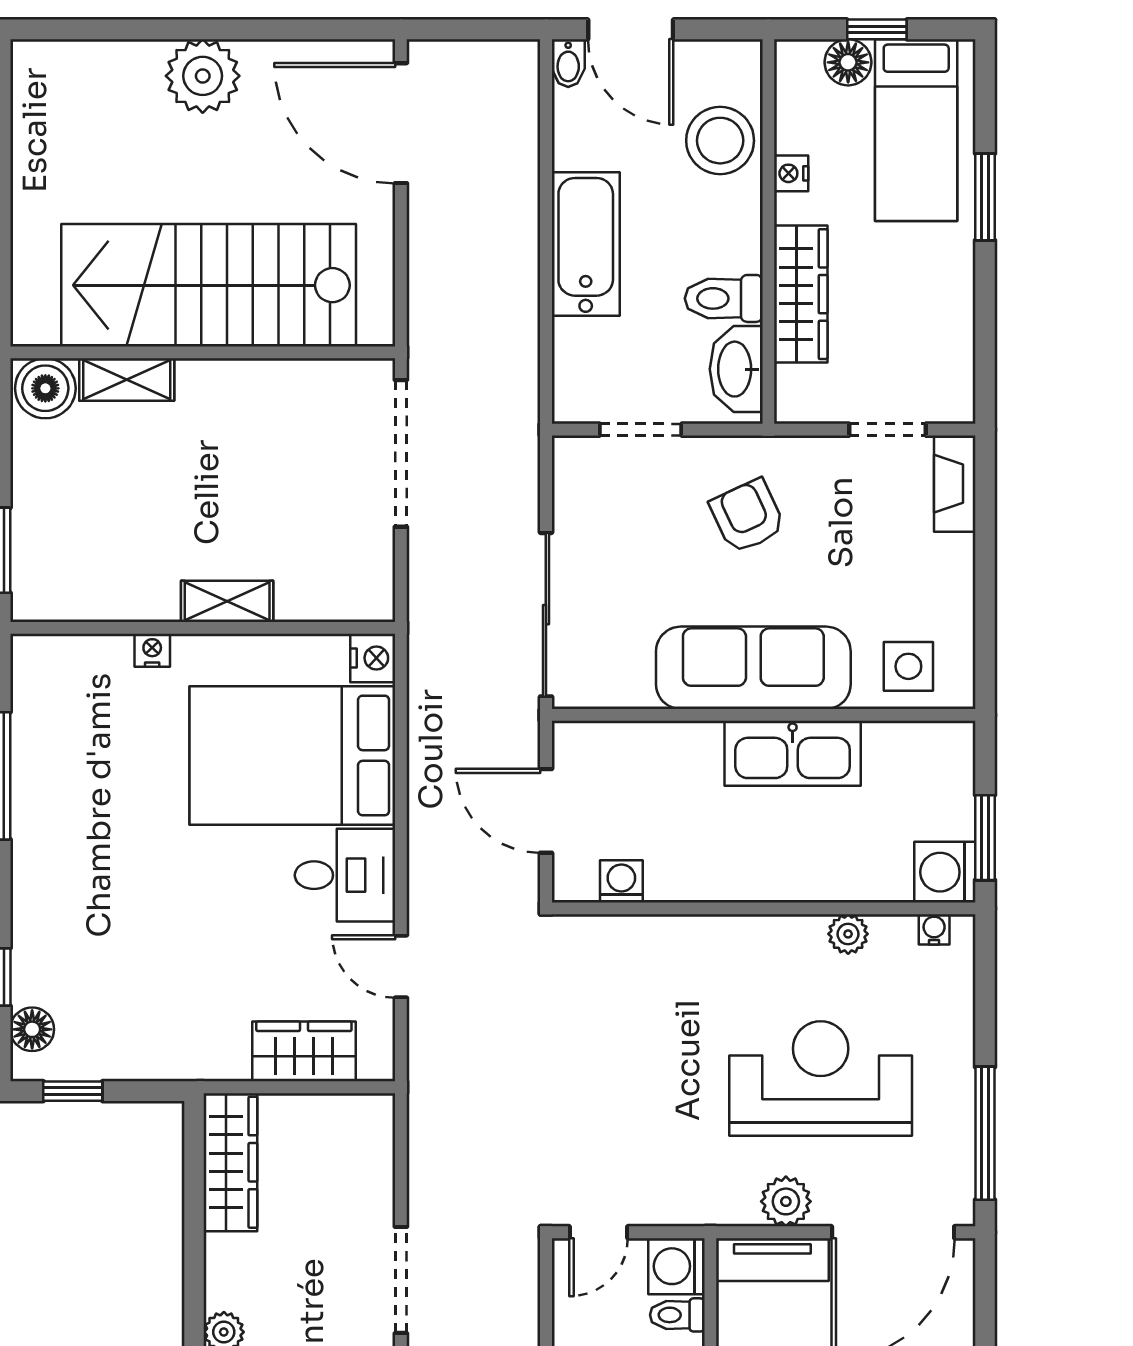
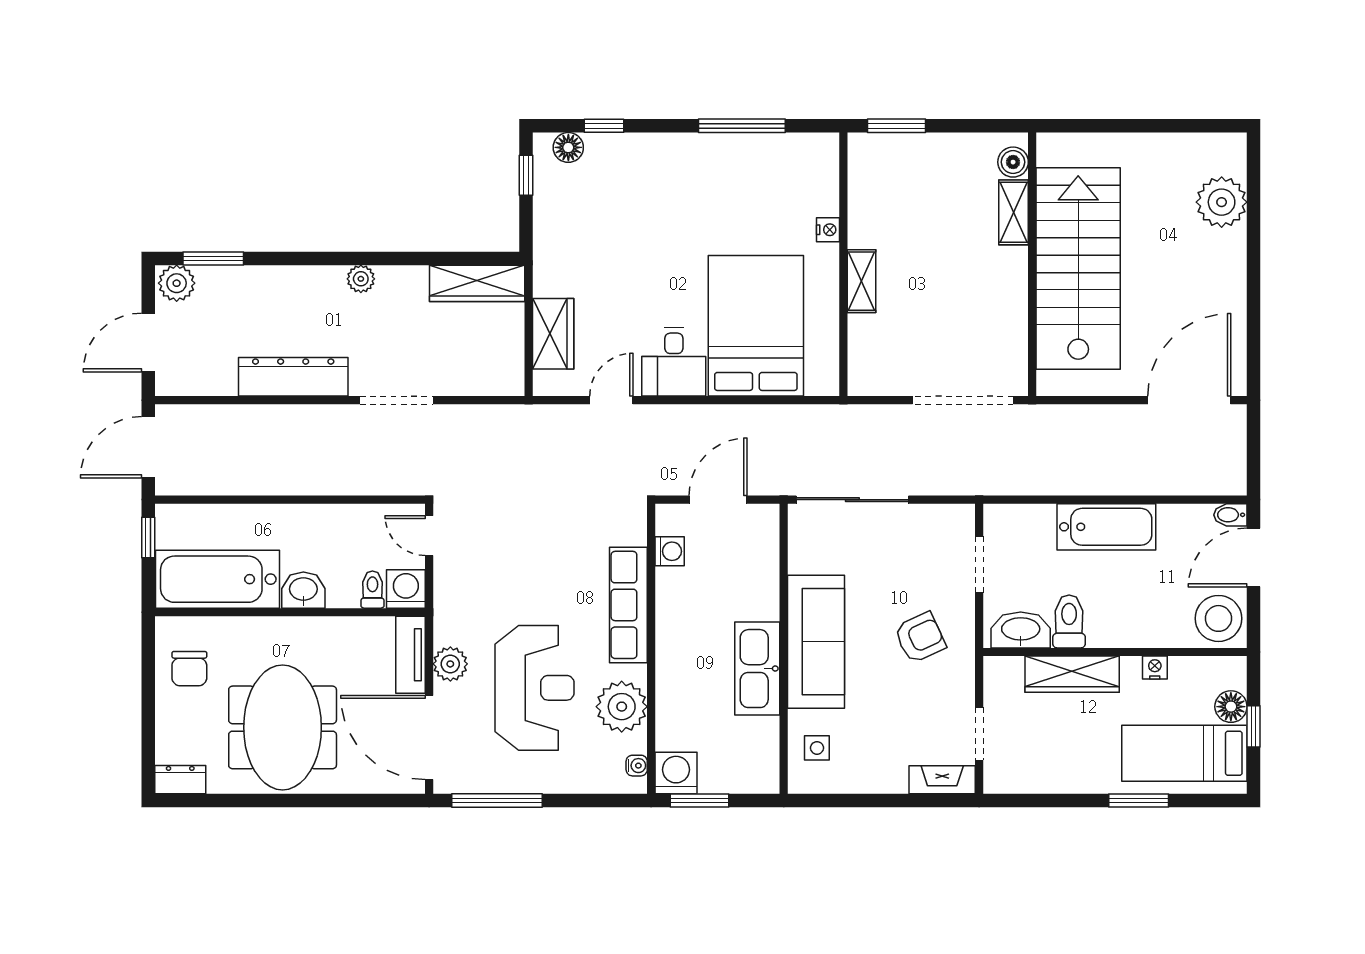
plant: (203, 76) -> (1222, 202), moved
stool: (720, 141) -> (1218, 618), moved
boiler: (45, 388) -> (1013, 162), width x0.73, depth x0.73
nightstand: (373, 658) -> (823, 381), removed
side table: (908, 666) -> (817, 748), width x0.73, depth x0.73
plant: (848, 934) -> (622, 707), width x1.88, depth x1.88
row of seats: (700, 941) -> (628, 605), added

